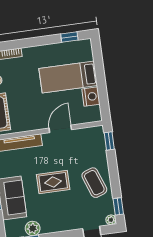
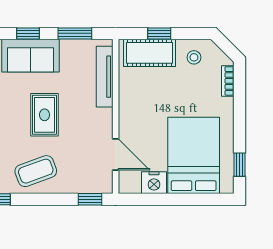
bed: (68, 77) -> (194, 155), width x1.50
door: (60, 129) -> (116, 154), moved

